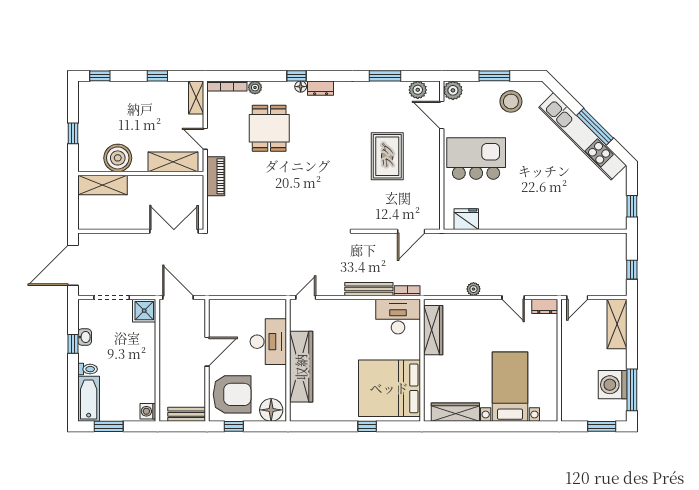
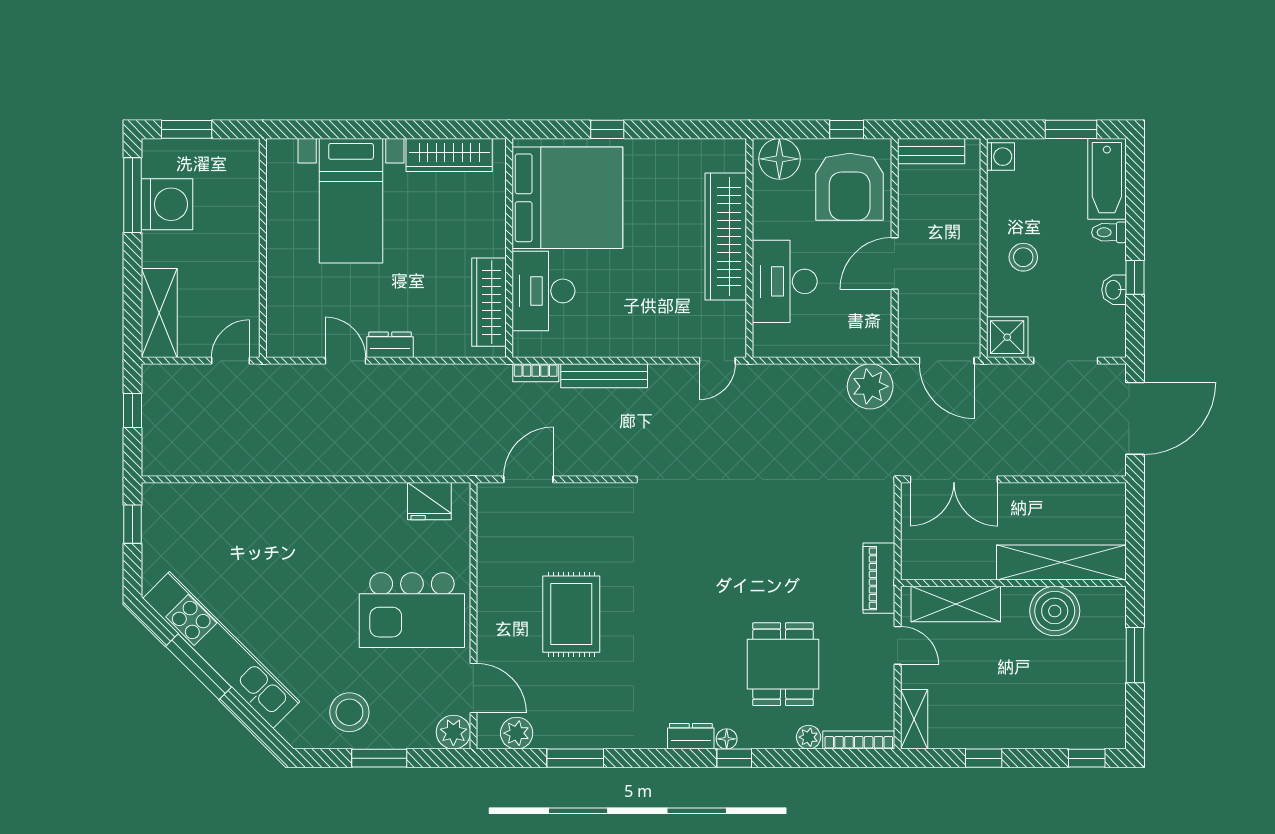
window: (73, 133) -> (1135, 655), width x1.50
shelving: (103, 185) -> (1061, 563), width x1.47
plant: (473, 289) -> (870, 386), moved, width x1.88, depth x1.88
dresser: (545, 306) -> (390, 345), moved
desk: (398, 317) -> (543, 291), moved, turned 90
stool: (135, 355) -> (1023, 257), added
armchair: (232, 394) -> (850, 187), turned -90

